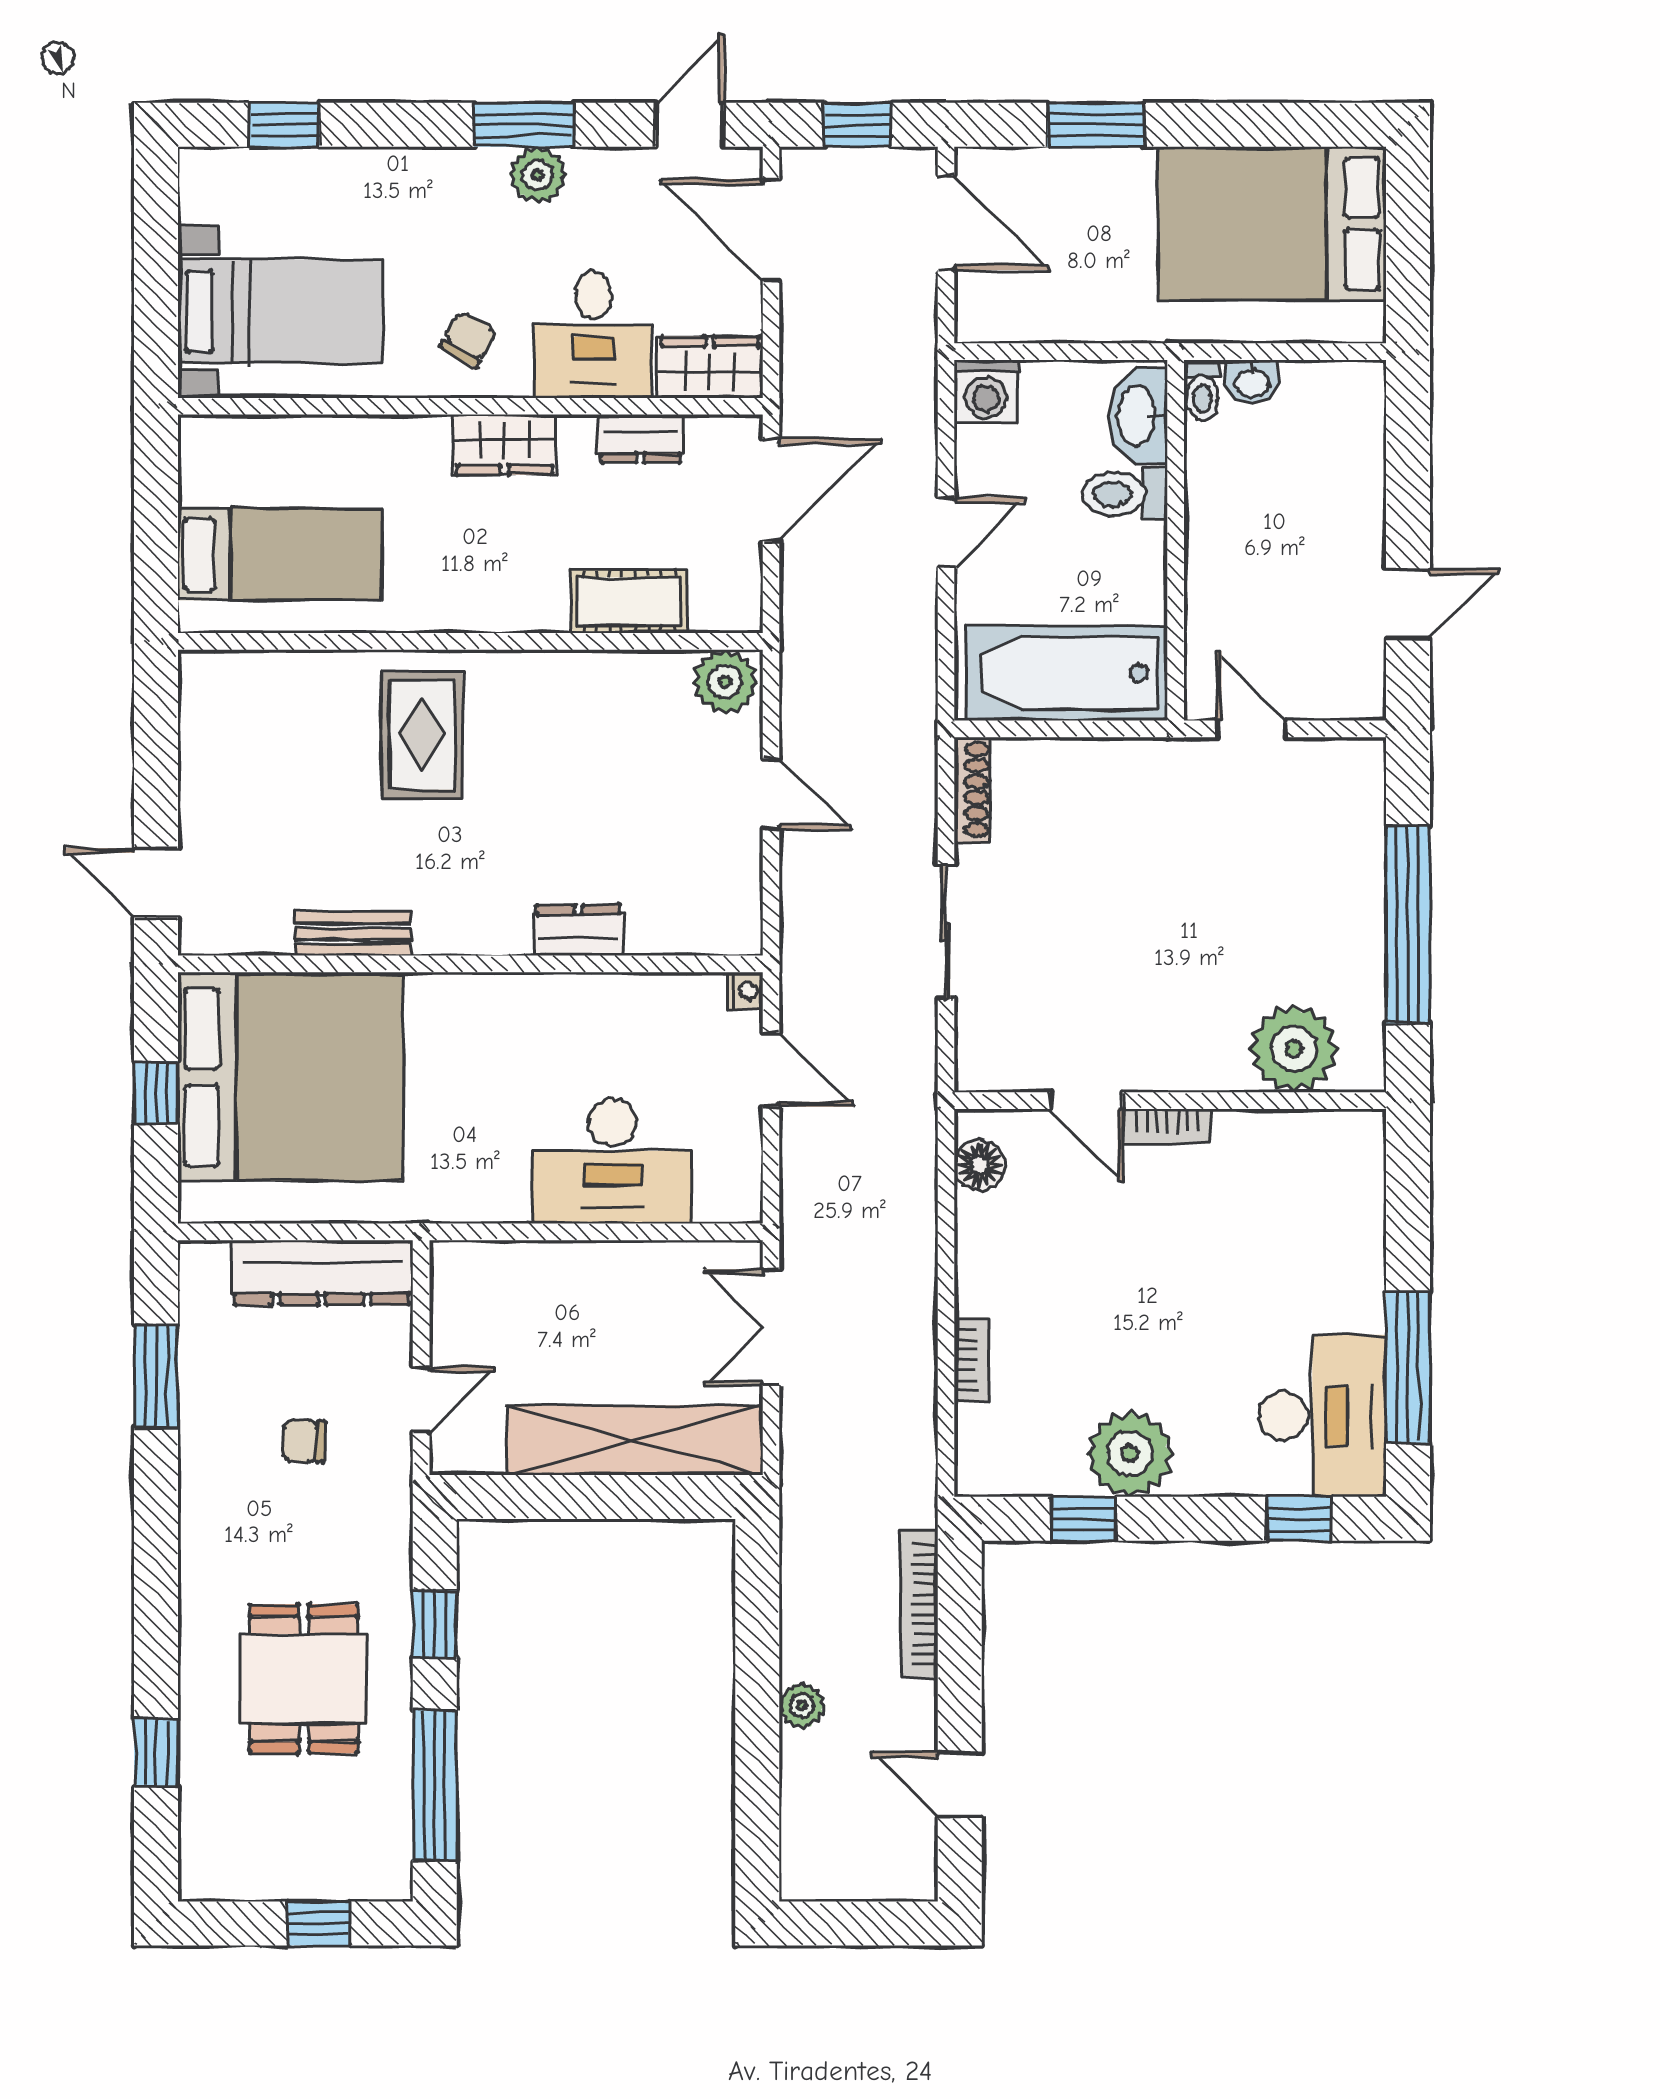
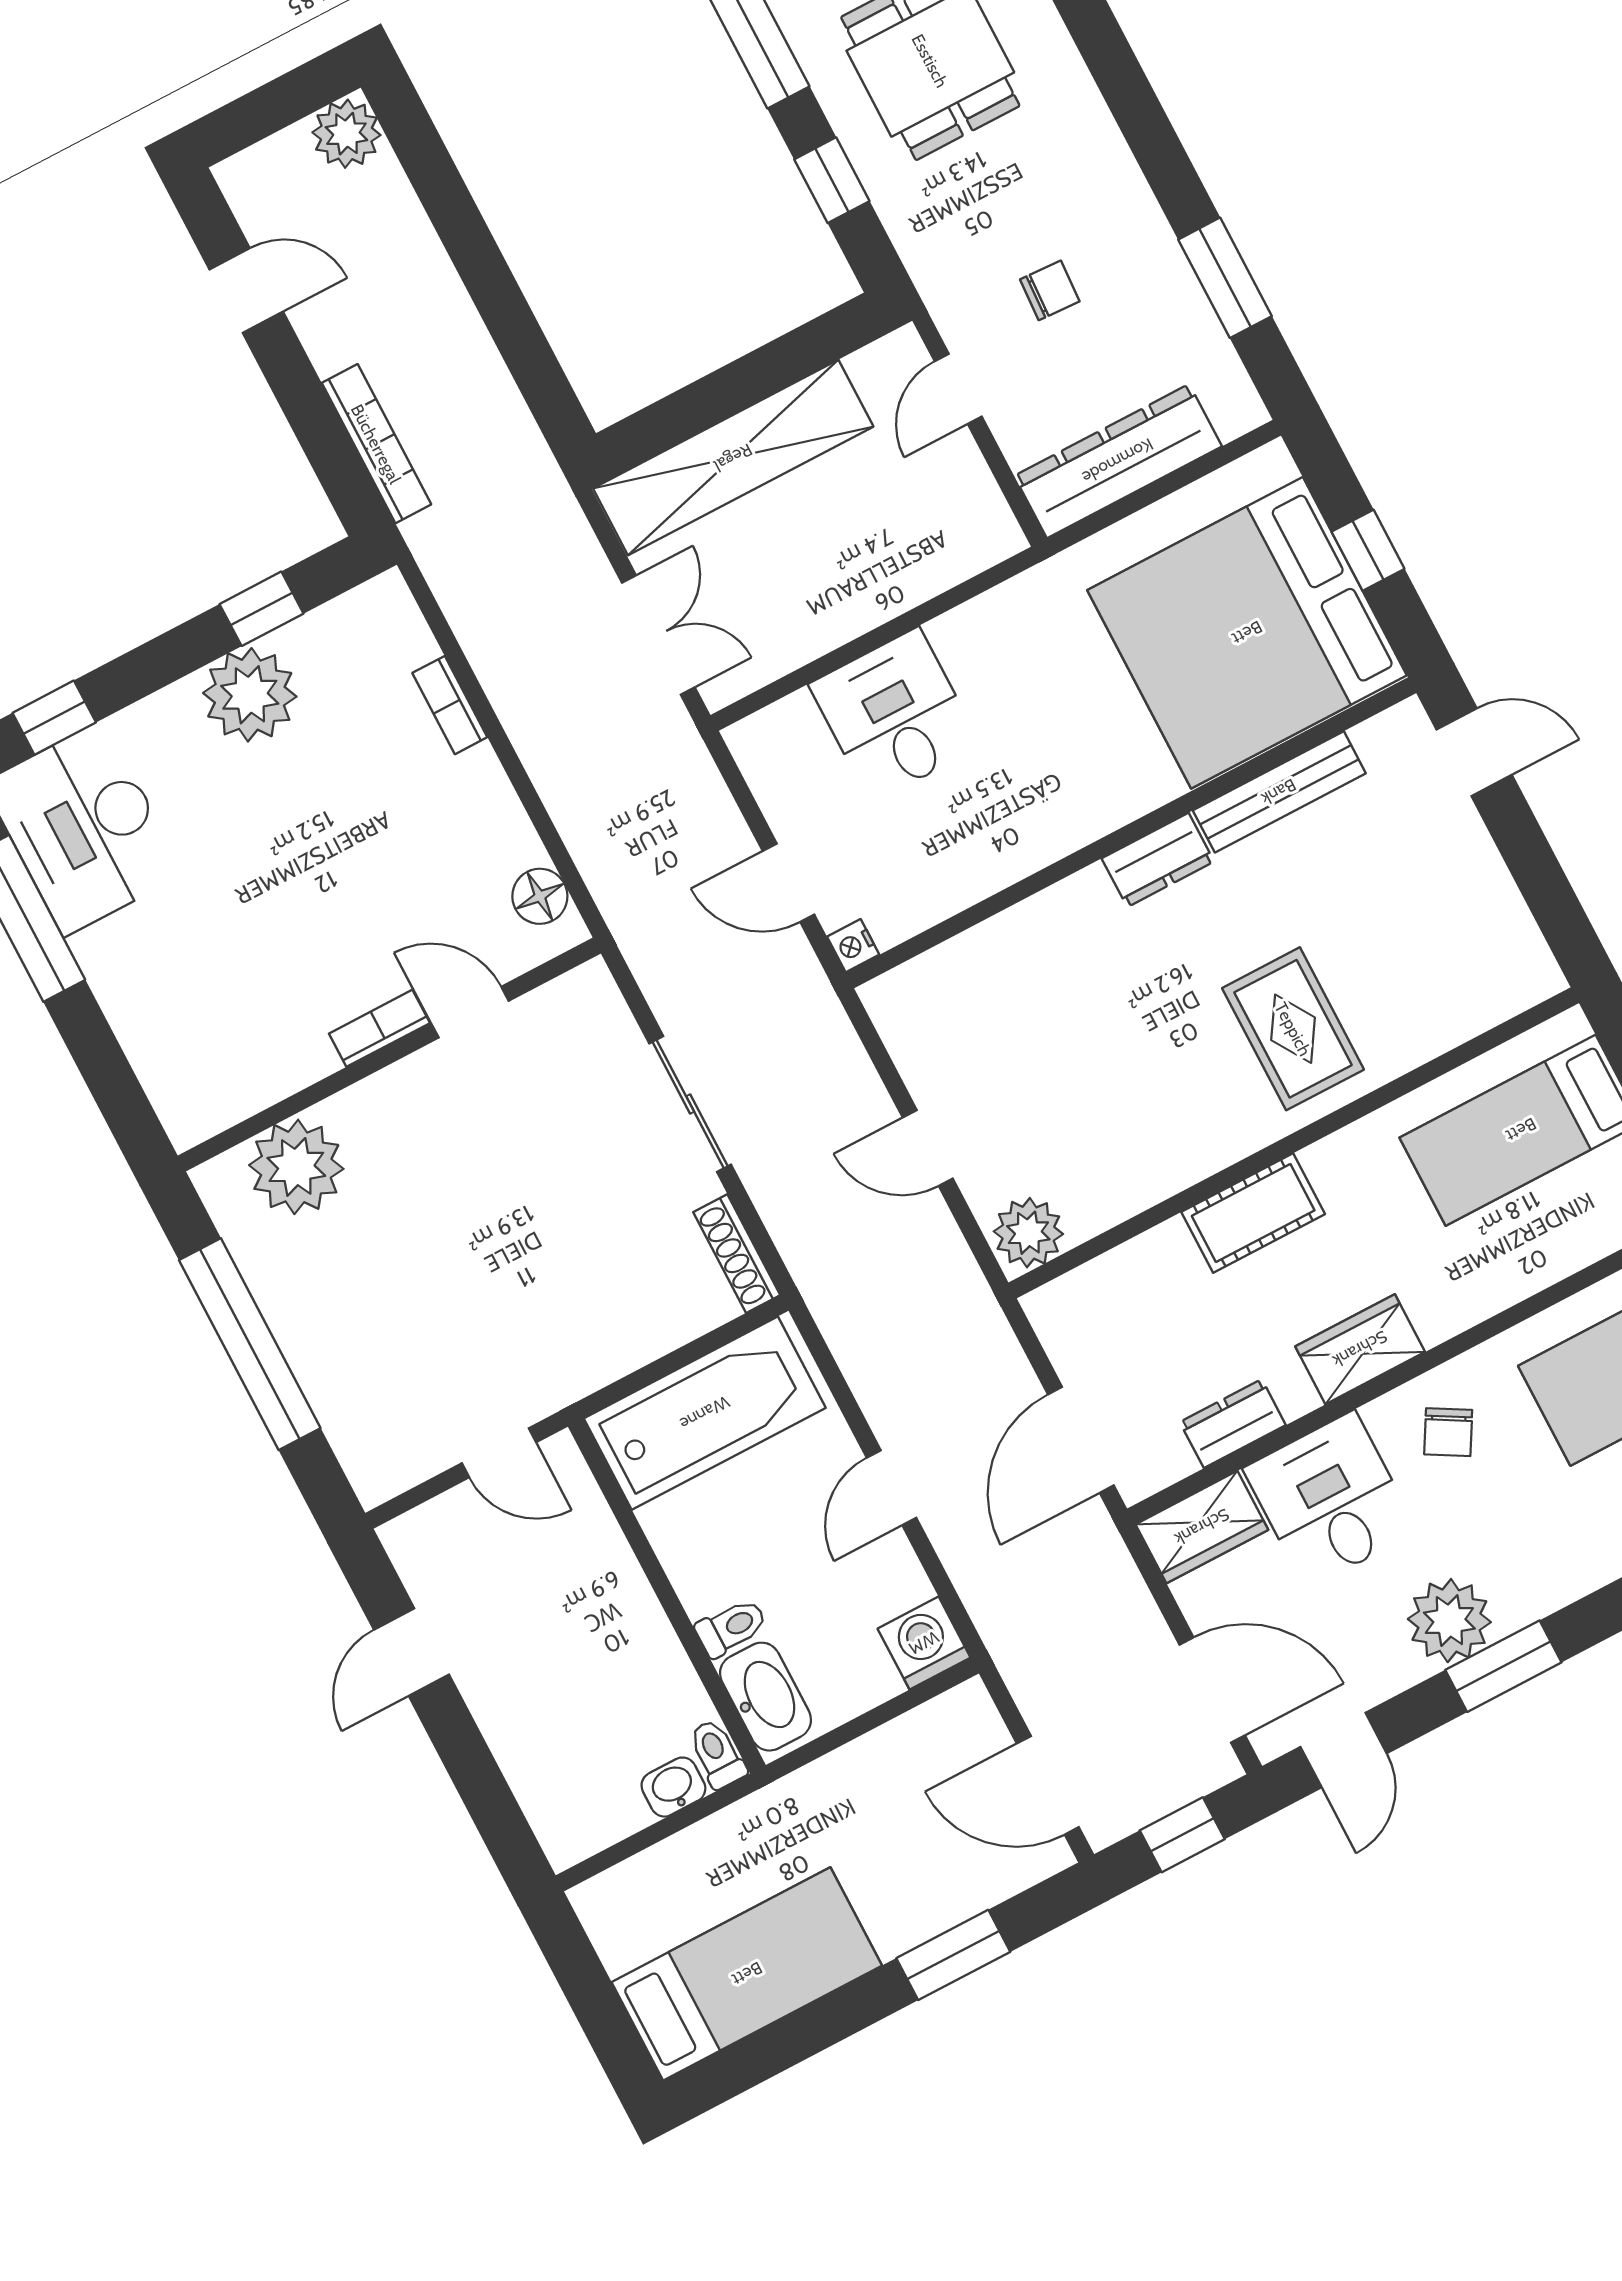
plant: (538, 175) -> (1449, 1621), width x1.36, depth x1.36
bed: (1272, 223) -> (747, 1974), width x0.67
toilet: (1125, 494) -> (731, 1628), width x0.73, depth x0.72
cot: (629, 601) -> (1253, 1213), moved
dresser: (578, 930) -> (1158, 860), moved
bench: (353, 934) -> (1279, 792), width x1.36
desk: (612, 1161) -> (895, 715), width x0.73
plant: (802, 1705) -> (346, 134), moved, width x1.38, depth x1.38

